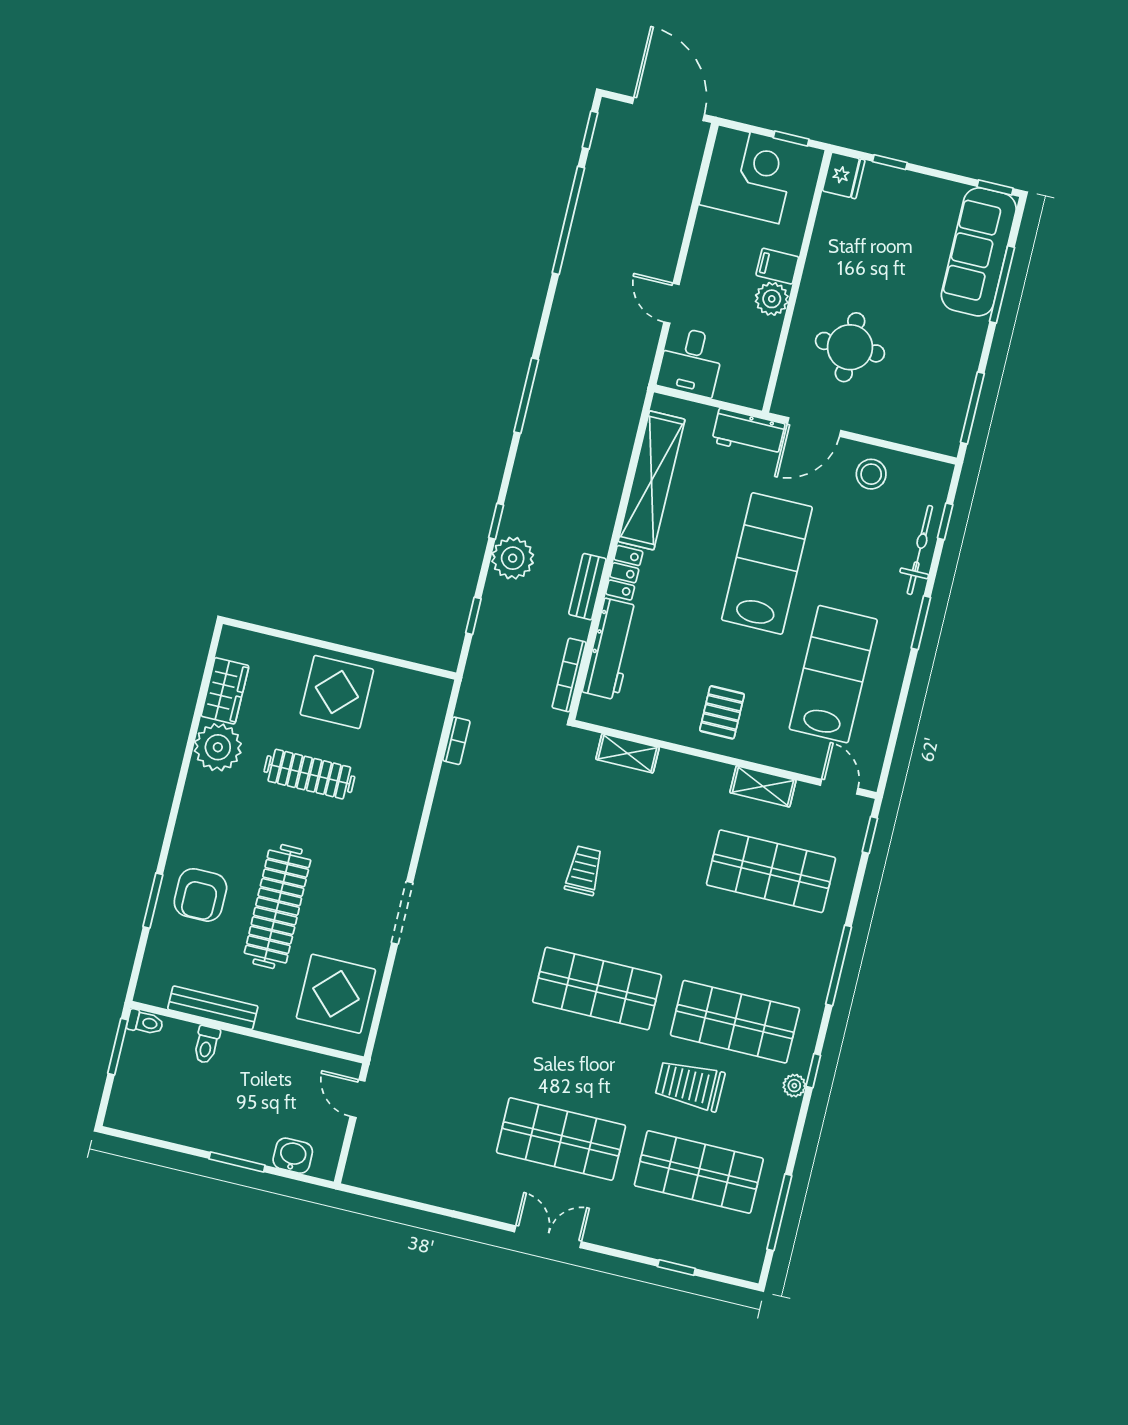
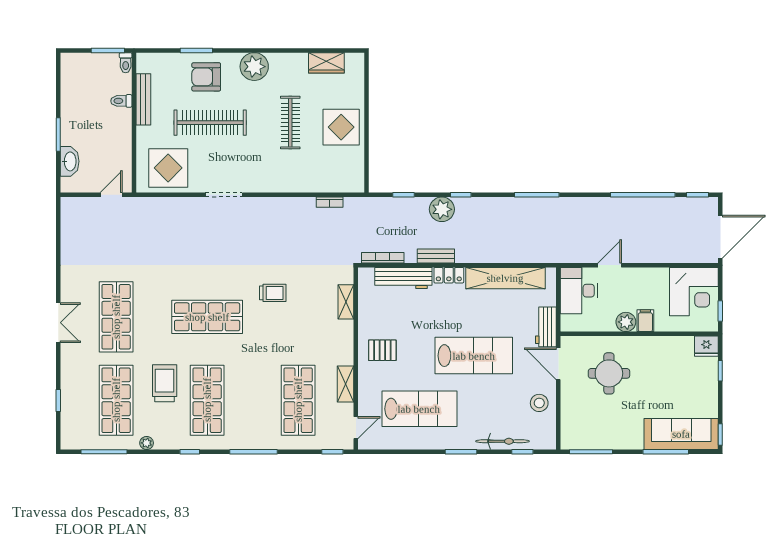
desk: (691, 362) -> (579, 291), width x1.37
plant: (218, 747) -> (254, 67), moved
shop shelf: (597, 989) -> (207, 317), turned 90
plant: (794, 1086) -> (147, 443), moved
washbasin: (293, 1156) -> (70, 161), width x1.38

